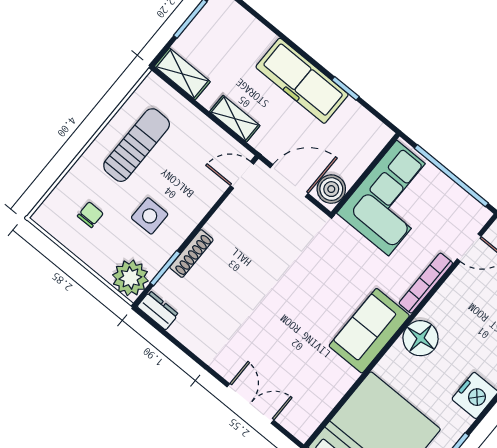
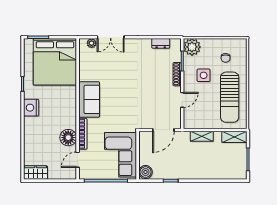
freezer: (302, 81) -> (189, 170), removed
sun lounger: (137, 145) -> (230, 97), width x1.36, depth x1.34
door: (242, 175) -> (182, 100), moved
boiler: (331, 189) -> (145, 172), moved
dresser: (158, 310) -> (161, 43), moved
floor lamp: (421, 338) -> (68, 138), moved
plant: (289, 420) -> (92, 43), added

